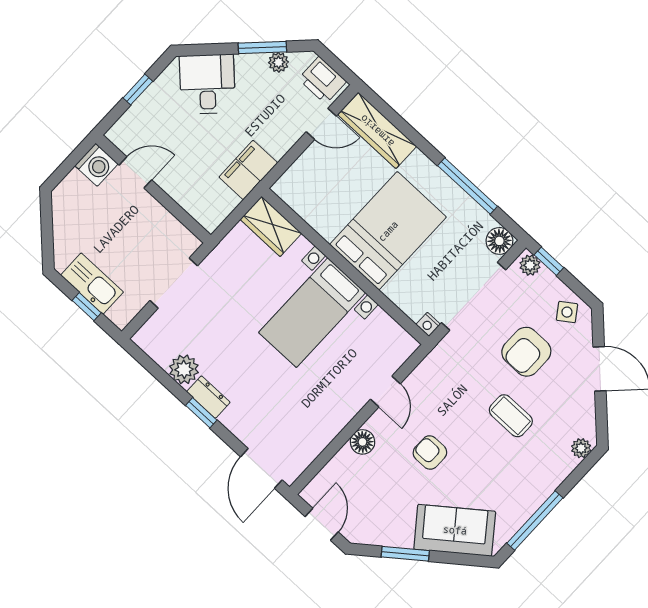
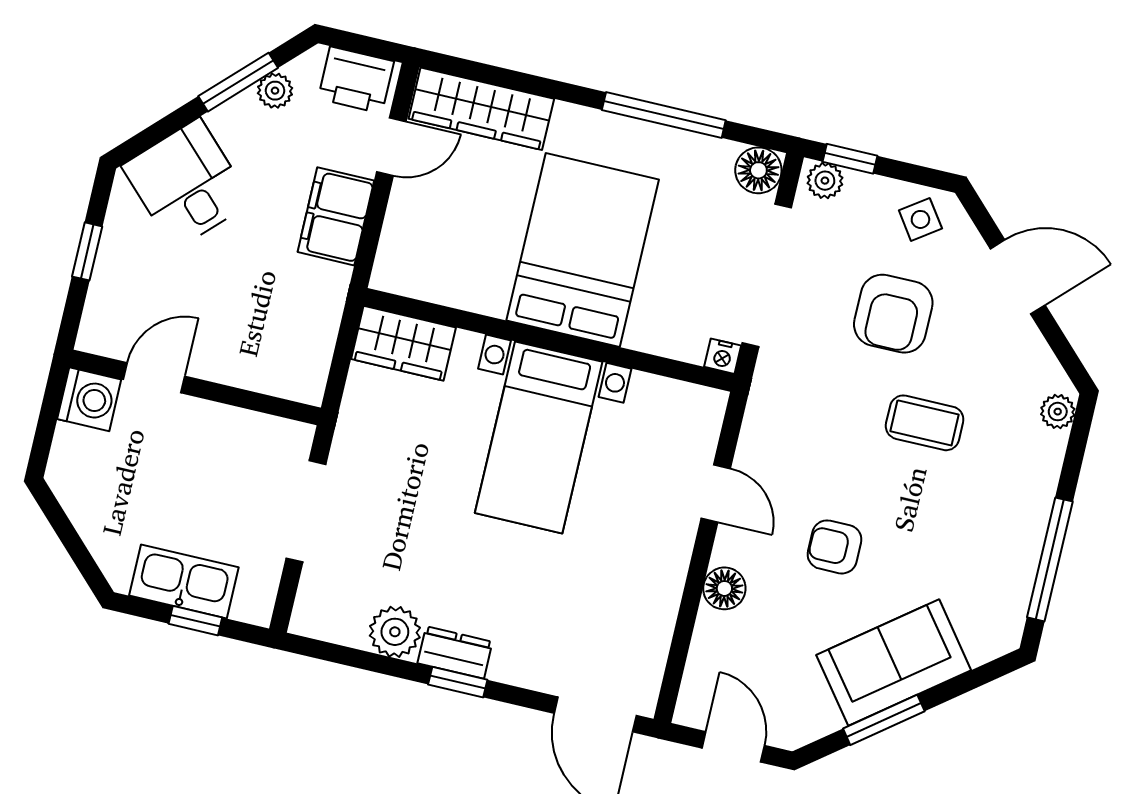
filing cabinet: (248, 170) -> (336, 216), moved
sofa: (455, 530) -> (894, 663), moved

